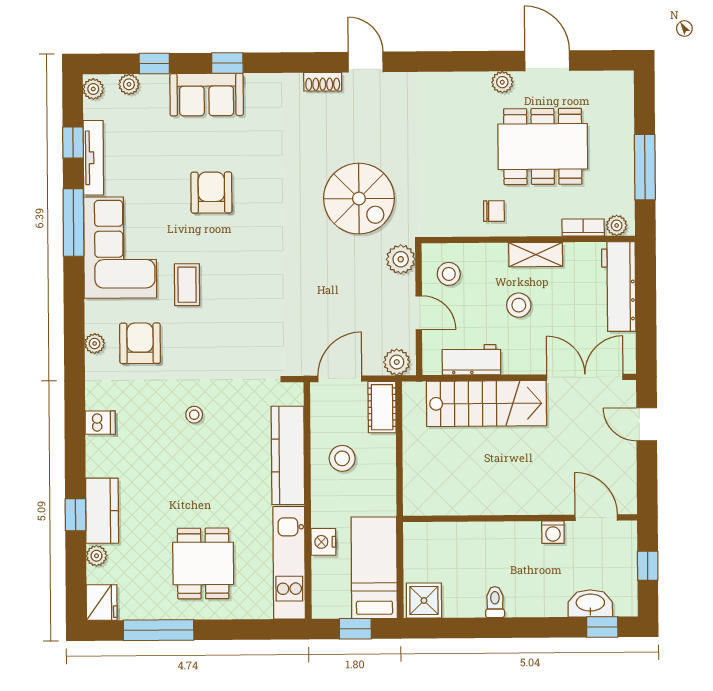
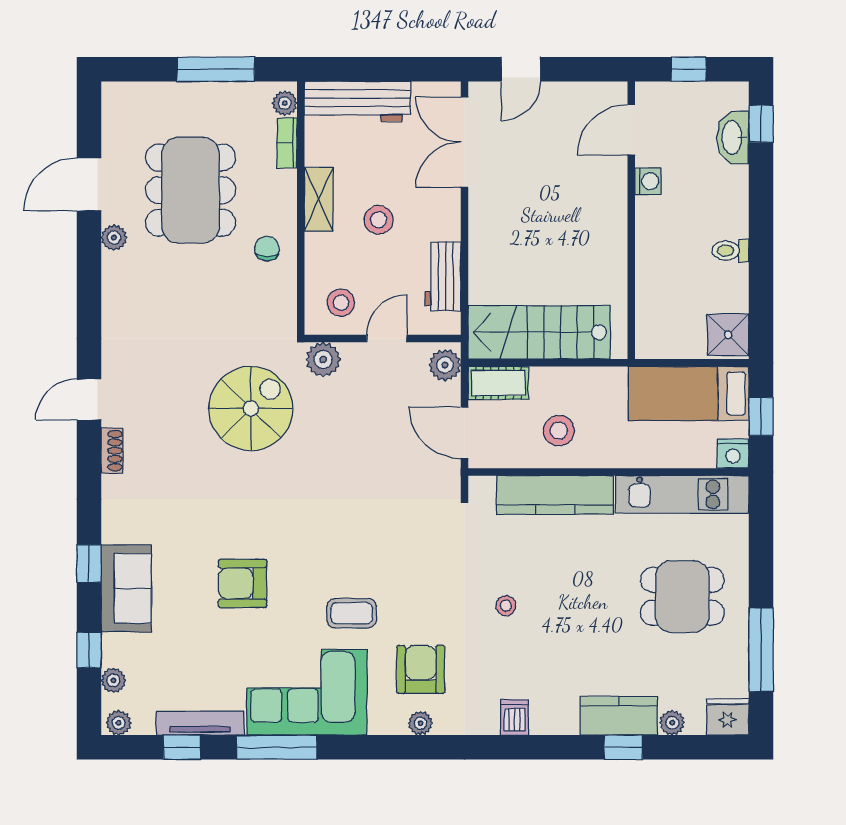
armchair: (140, 343) -> (421, 669), turned 90
stairs: (486, 403) -> (539, 332), moved, turned -90
nightstand: (323, 542) -> (733, 454), moved

